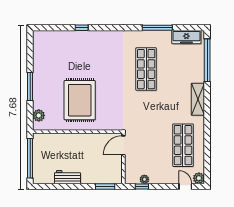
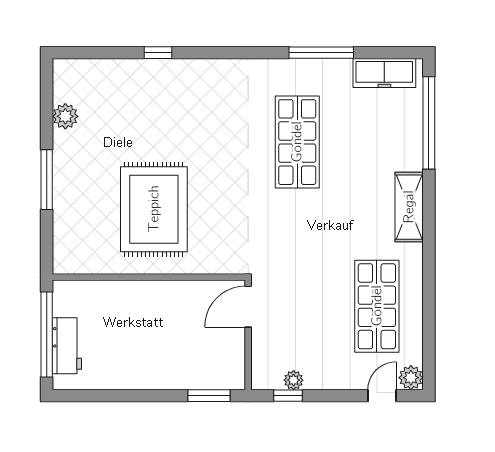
plant: (39, 115) -> (65, 116), moved
workbench: (67, 177) -> (67, 346), moved, turned 90
door: (185, 187) -> (382, 396), hinge flipped

